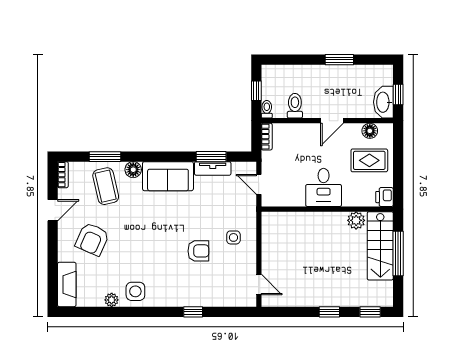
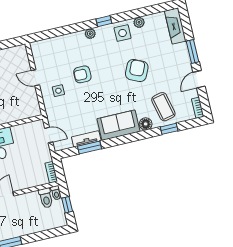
toilet: (295, 106) -> (46, 198), moved
window: (105, 157) -> (169, 129), width x0.67
armchair: (92, 239) -> (137, 70), moved
window: (53, 247) -> (193, 52), added
door: (259, 284) -> (35, 78), moved
plant: (177, 300) -> (90, 34), added
window: (193, 312) -> (104, 21), moved

